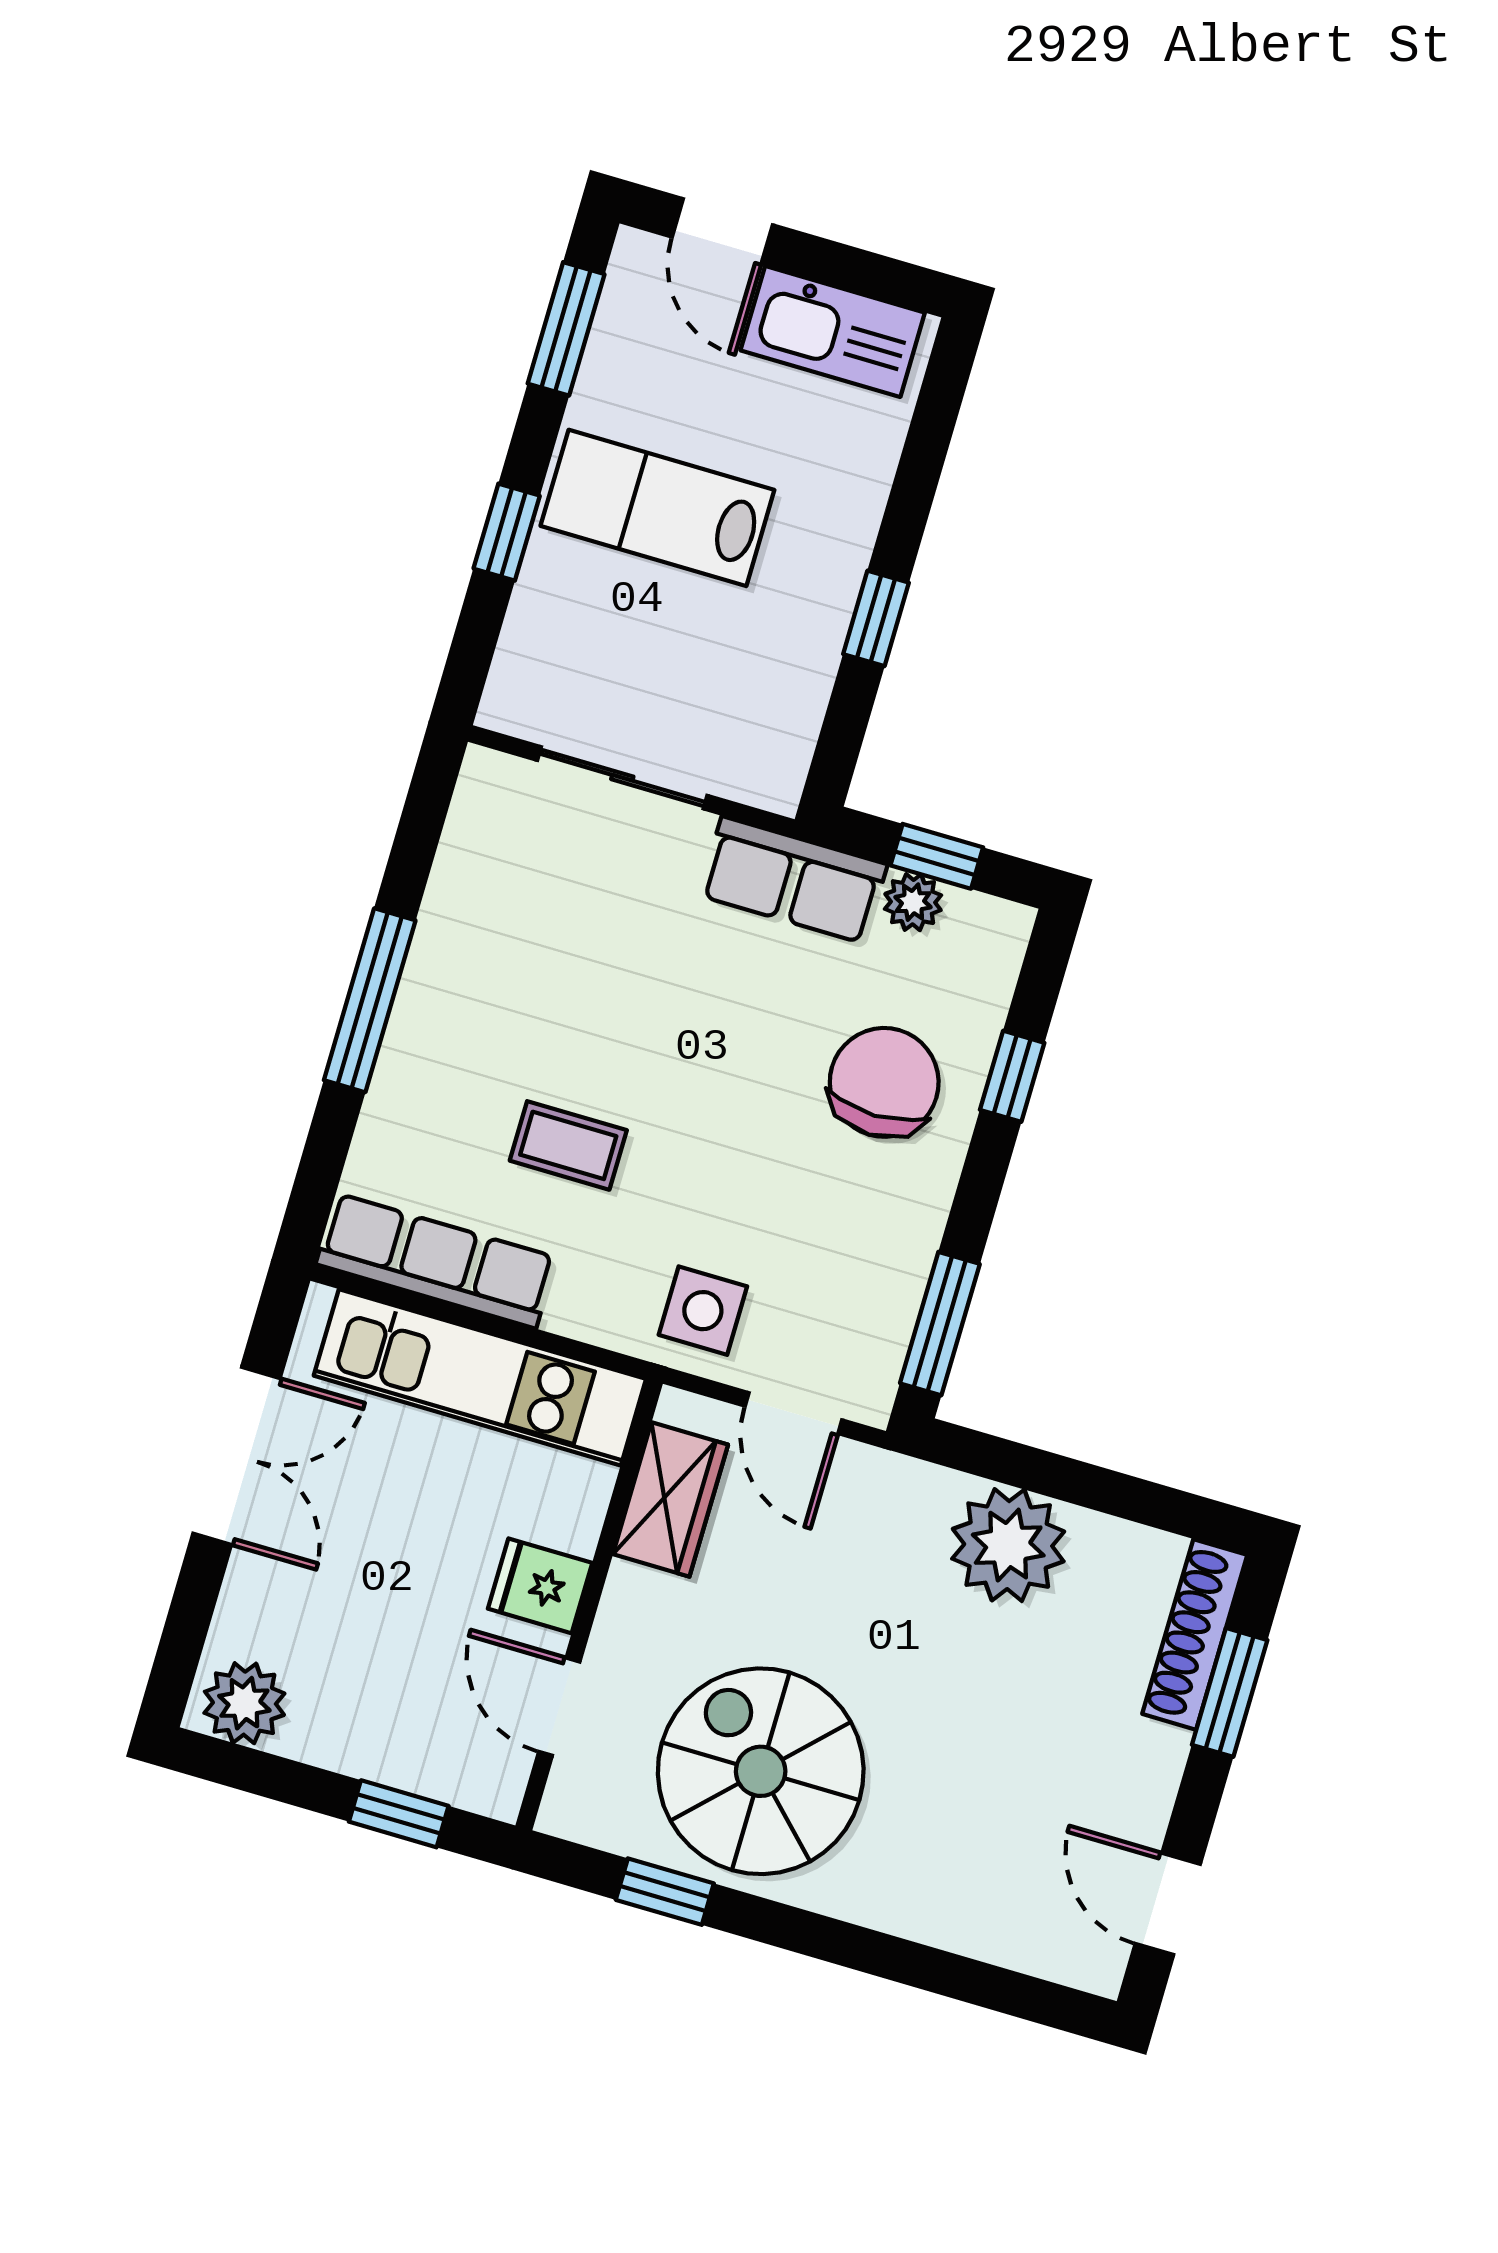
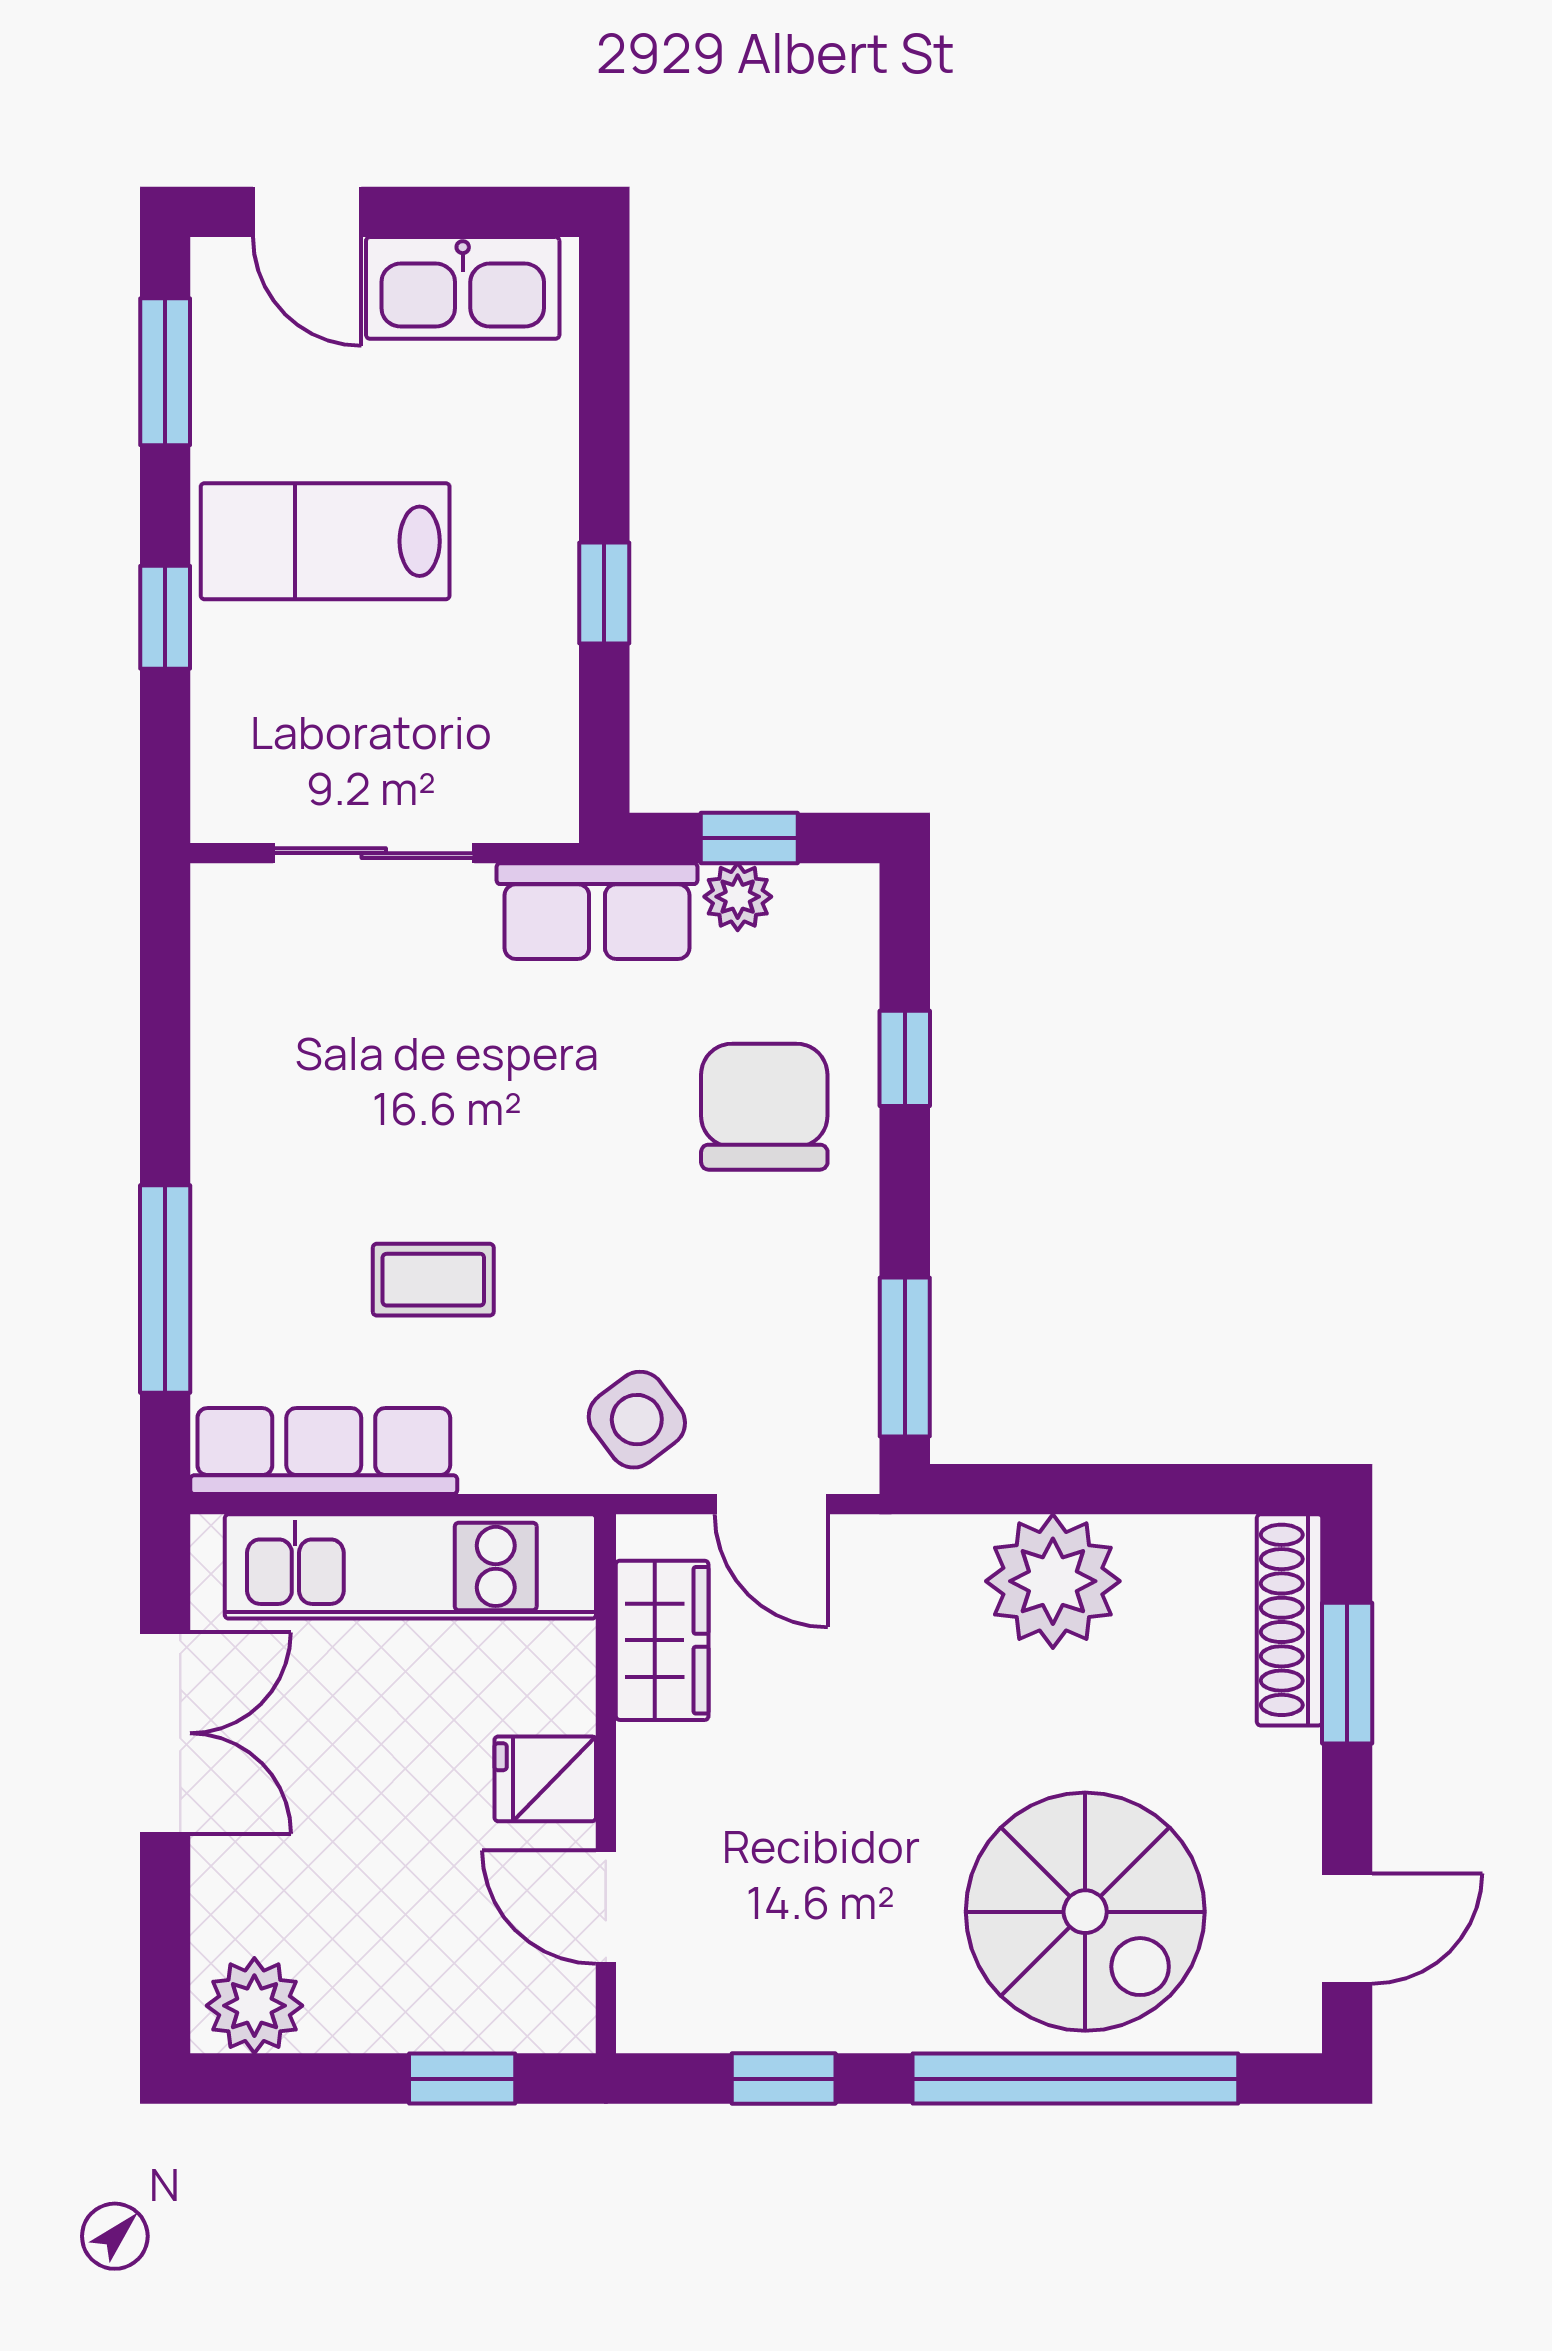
window: (370, 1000) -> (165, 1289), moved
side table: (703, 1311) -> (637, 1420), turned -37
spiral stairs: (761, 1771) -> (1085, 1912), moved, turned 180
door: (1168, 1904) -> (1347, 1929), swing flipped
window: (906, 1962) -> (1075, 2079), added

